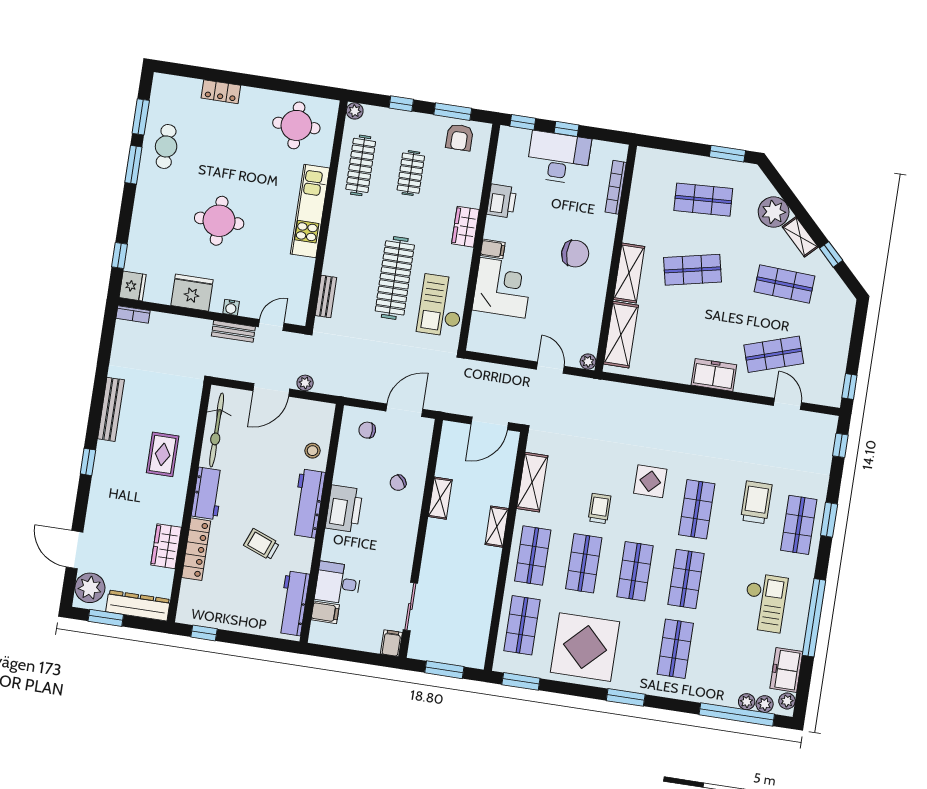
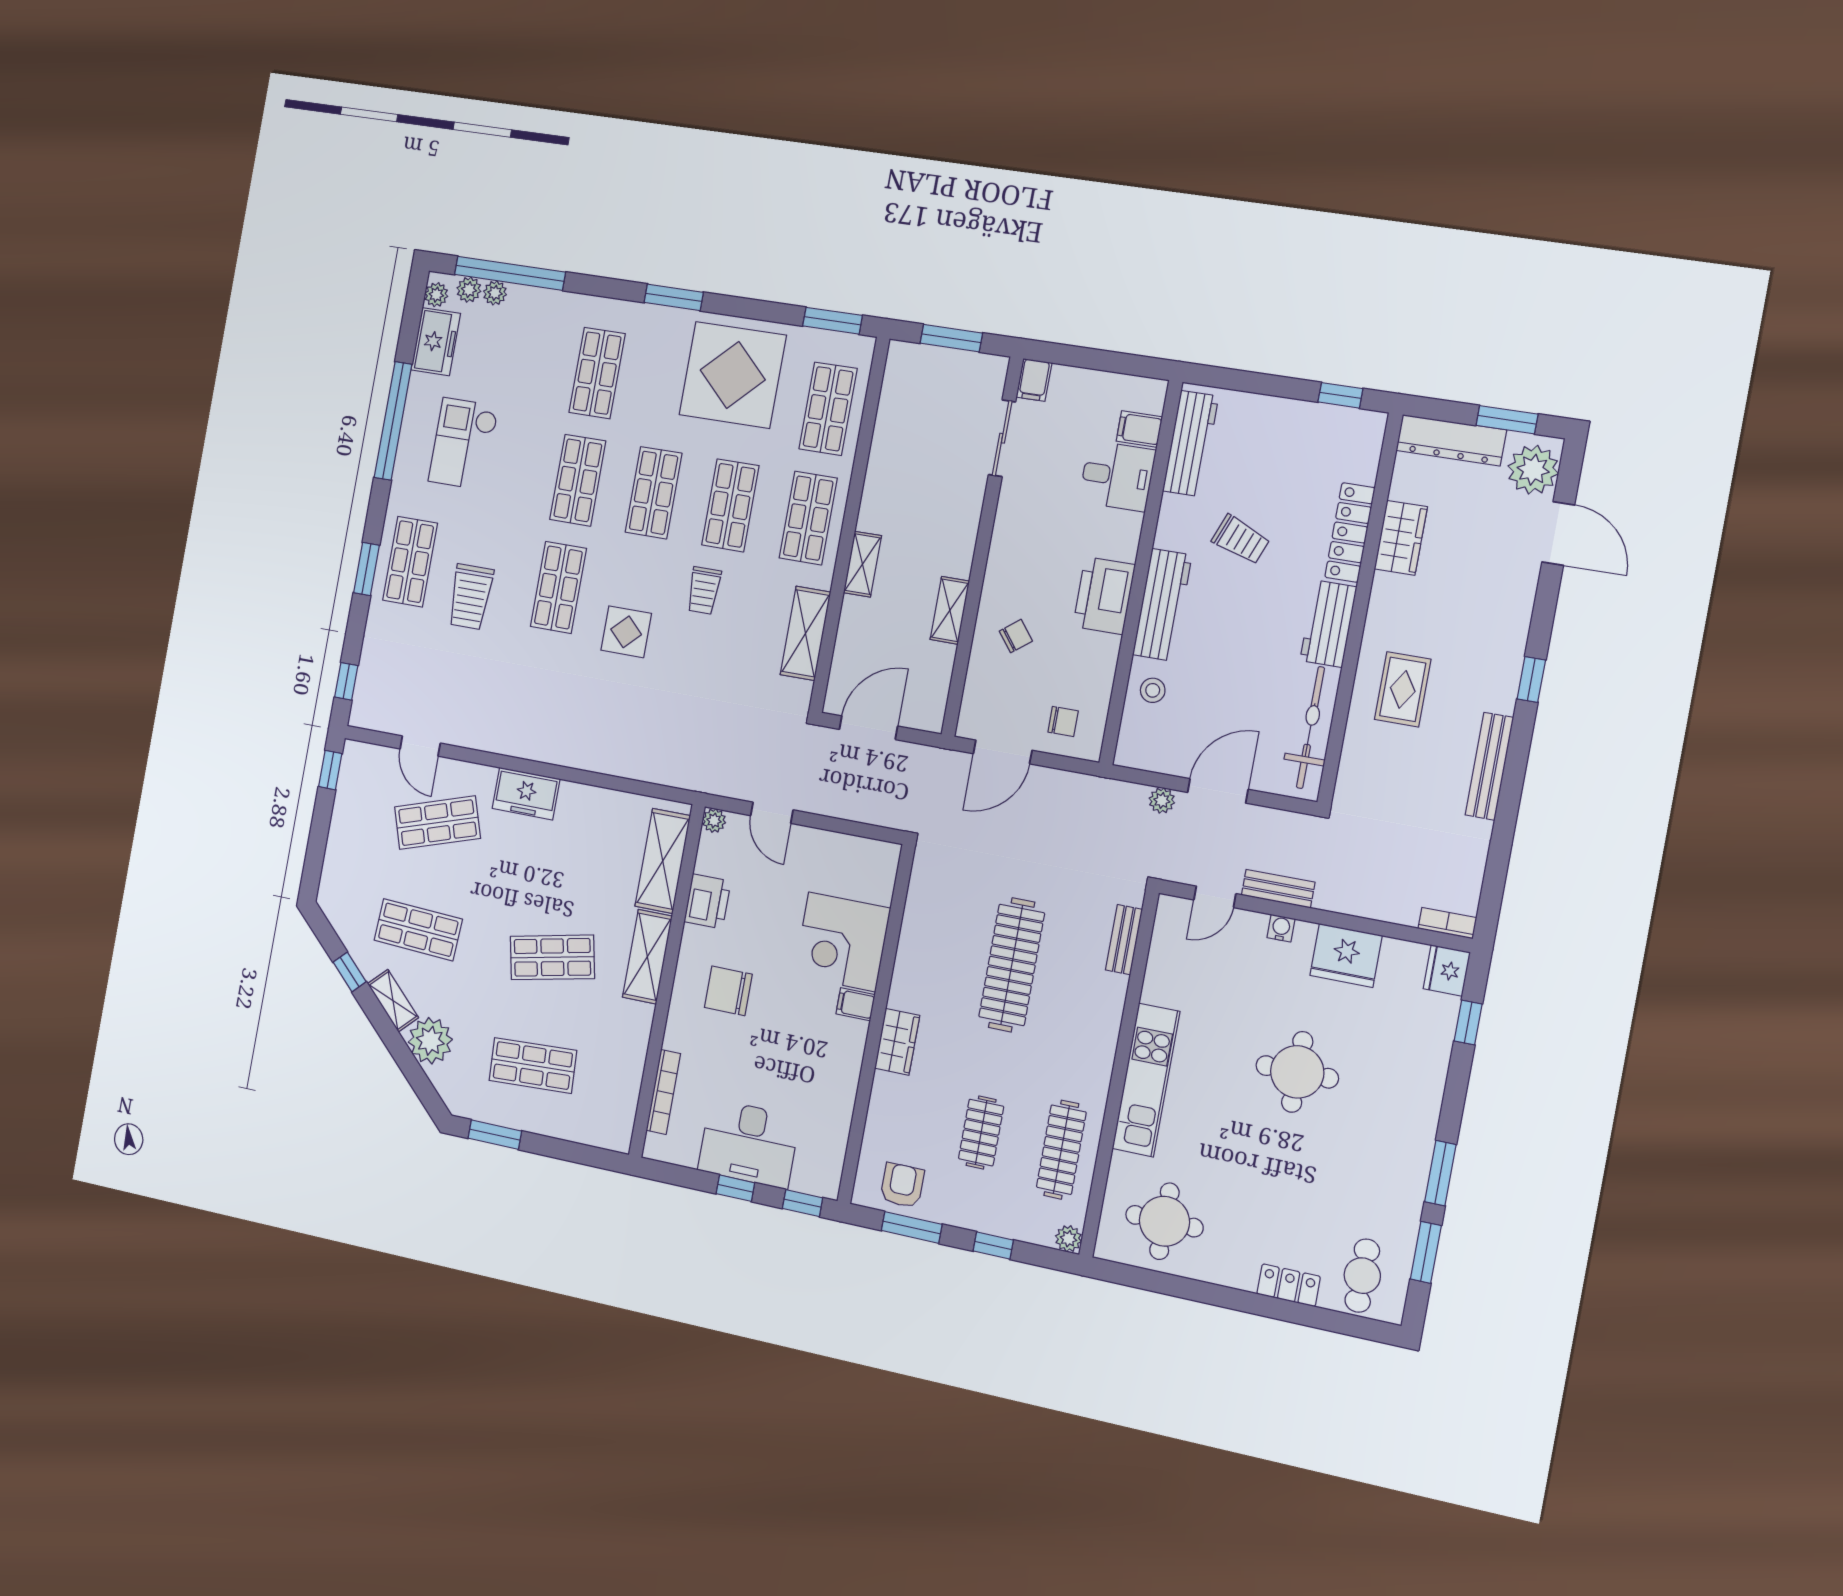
cafe table: (166, 146) -> (1362, 1276), moved
printer: (502, 201) -> (707, 901), moved, turned 180
checkout: (441, 306) -> (939, 917), removed

